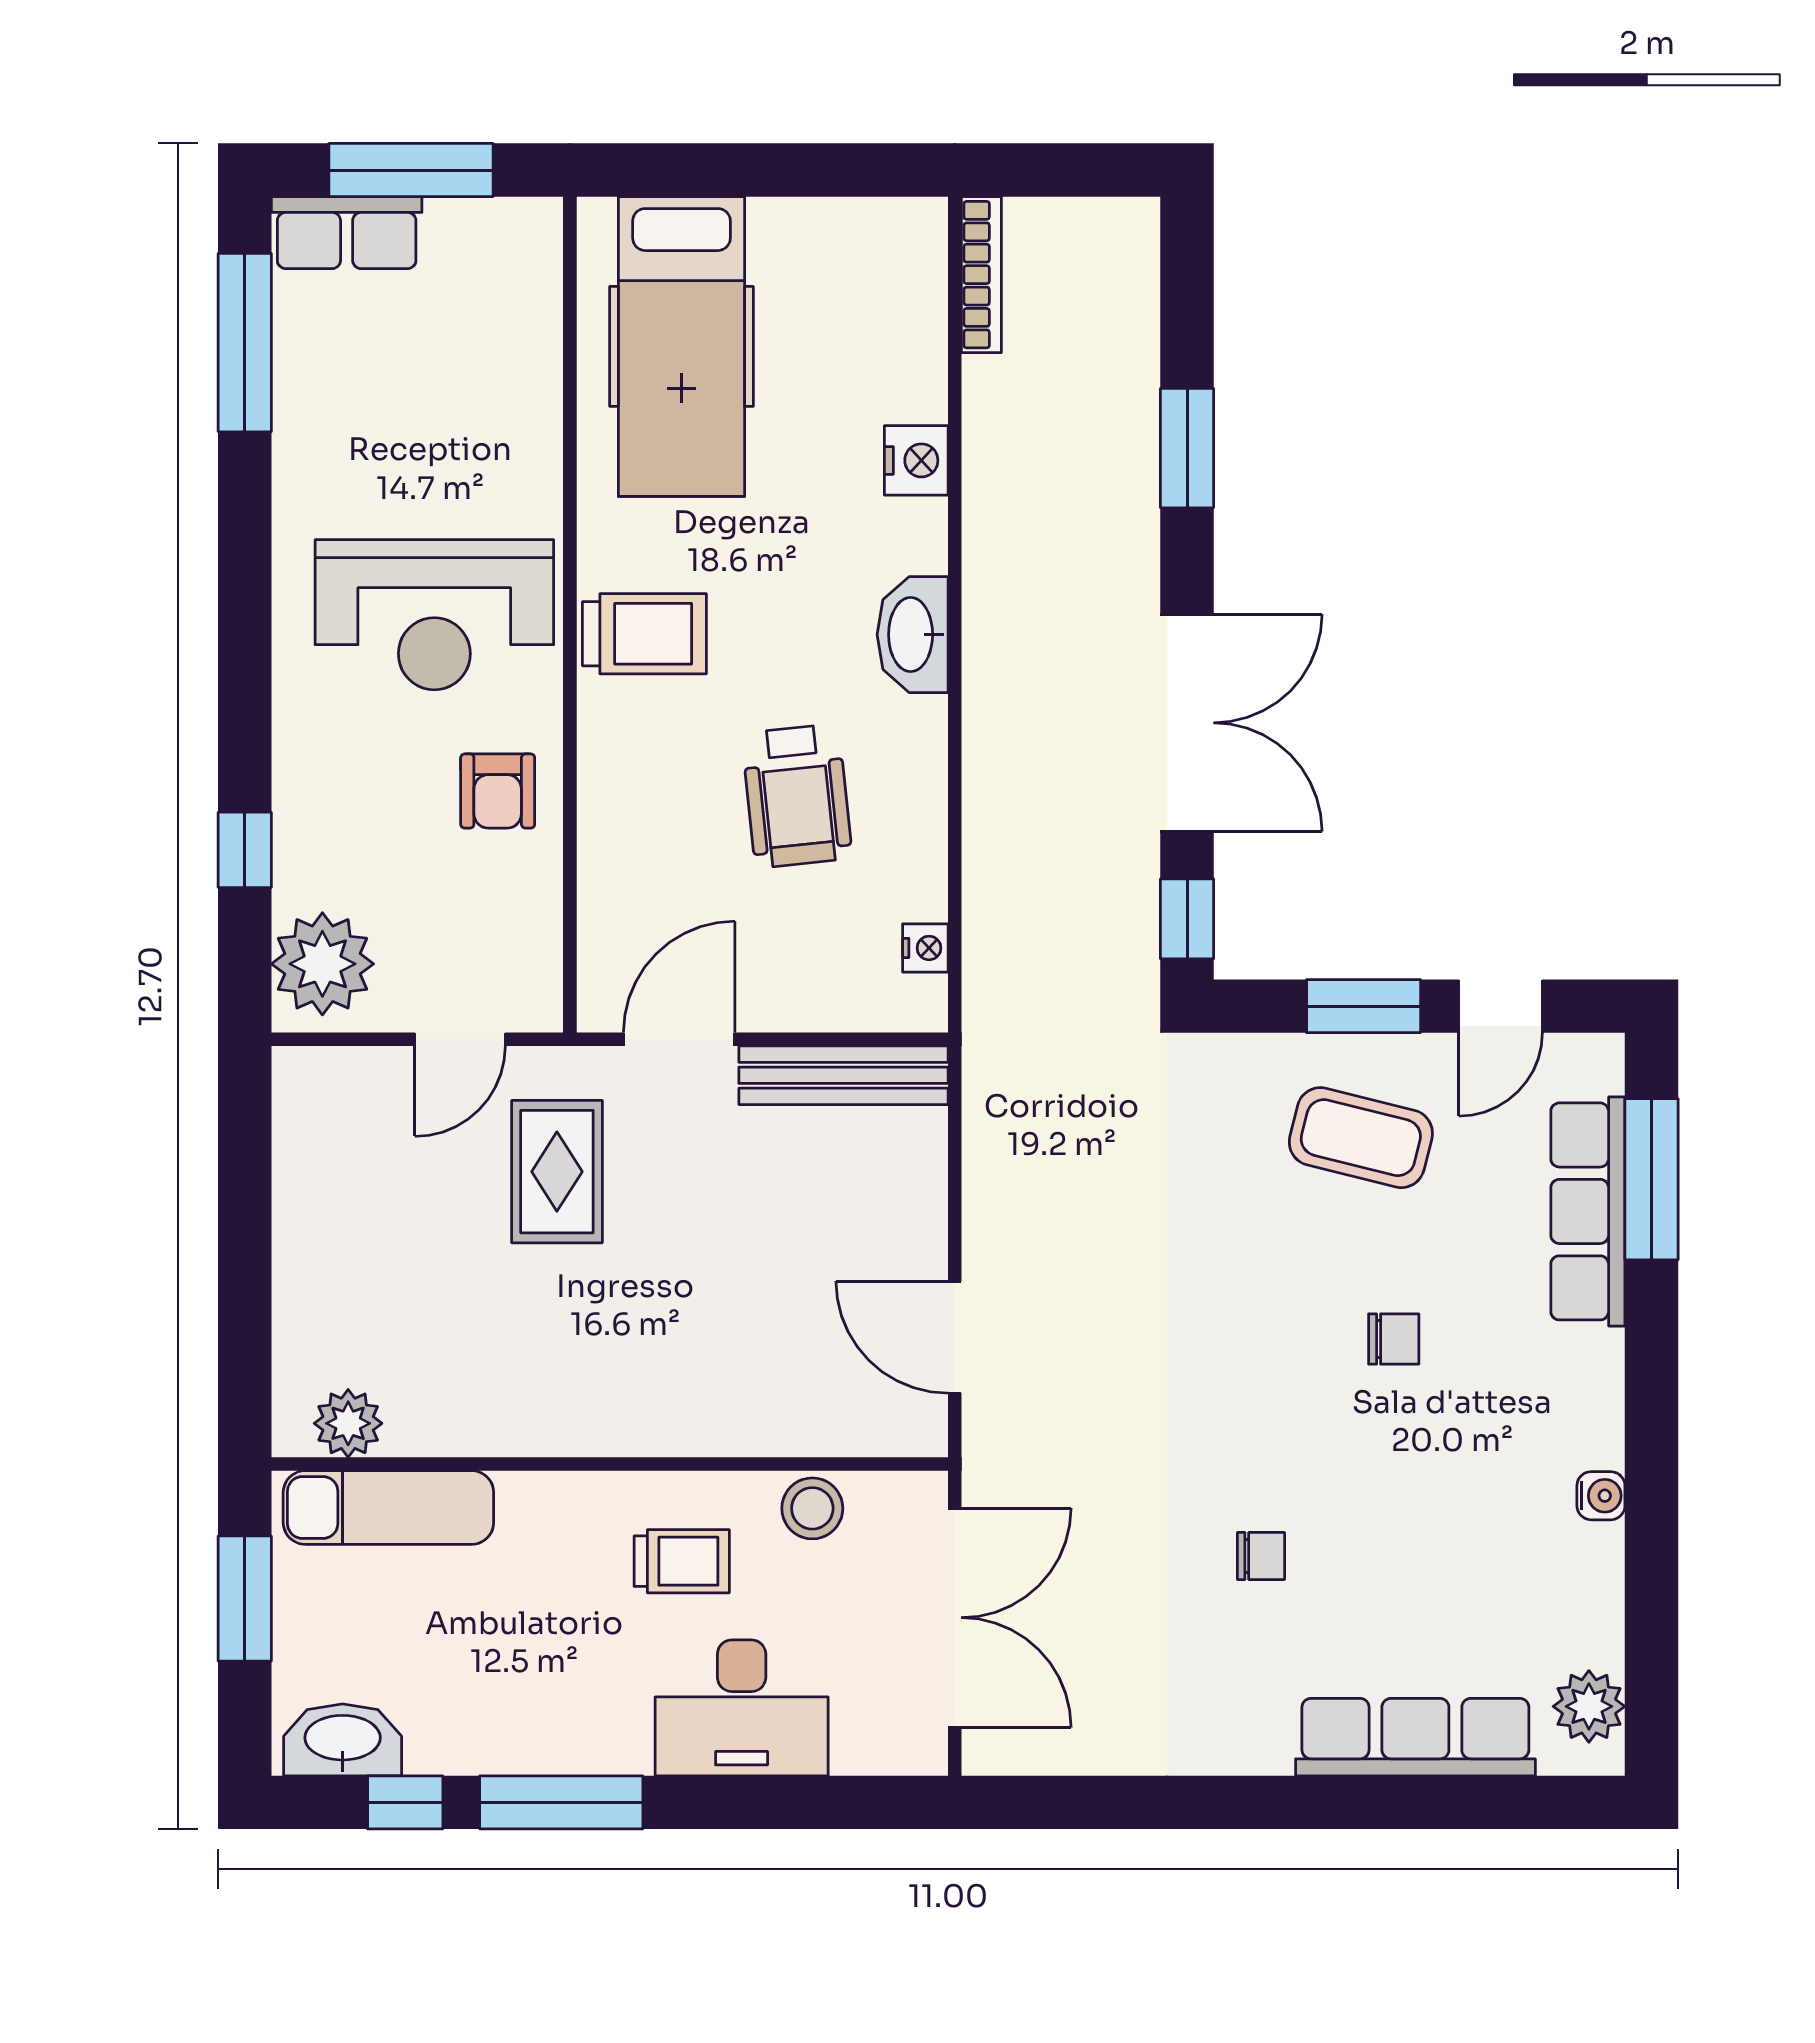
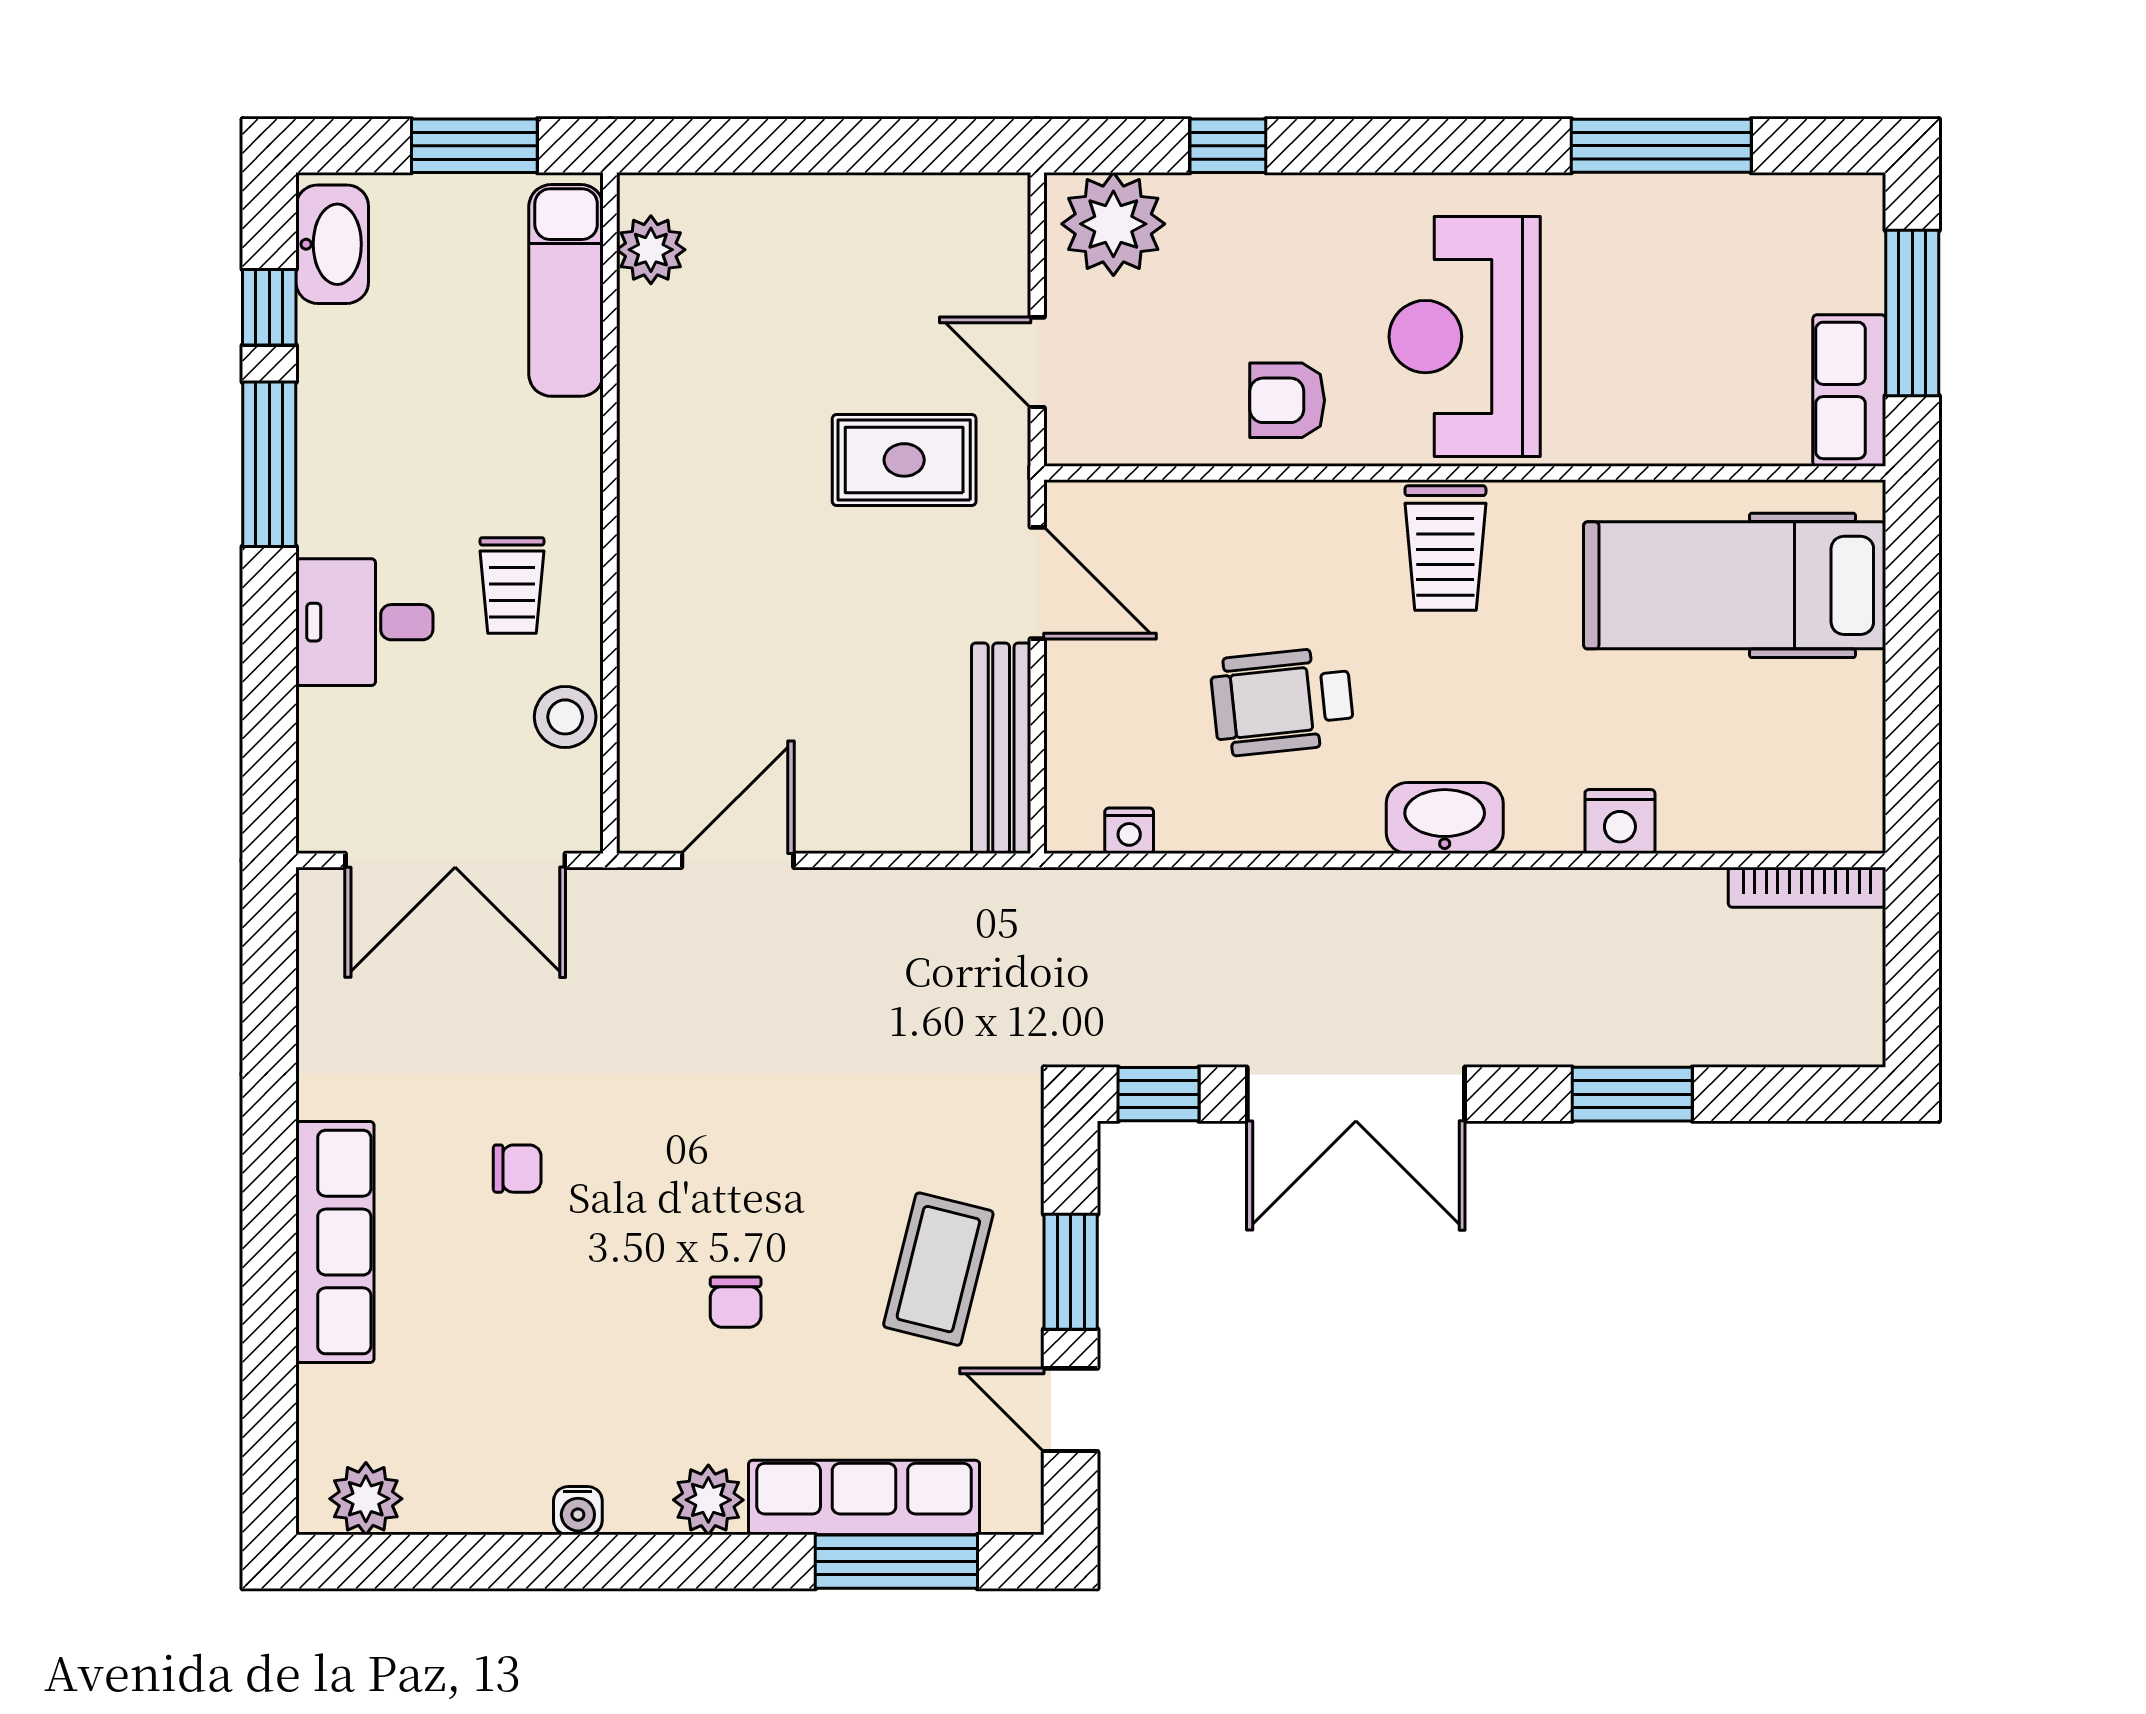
row of seats: (347, 233) -> (1849, 390), moved
window: (245, 343) -> (1661, 146), moved
plant: (1590, 1366) -> (708, 1500), added
chair: (1261, 1556) -> (517, 1169), turned -90
desk: (742, 1708) -> (364, 622), width x0.73
row of seats: (1415, 1737) -> (335, 1242), moved

